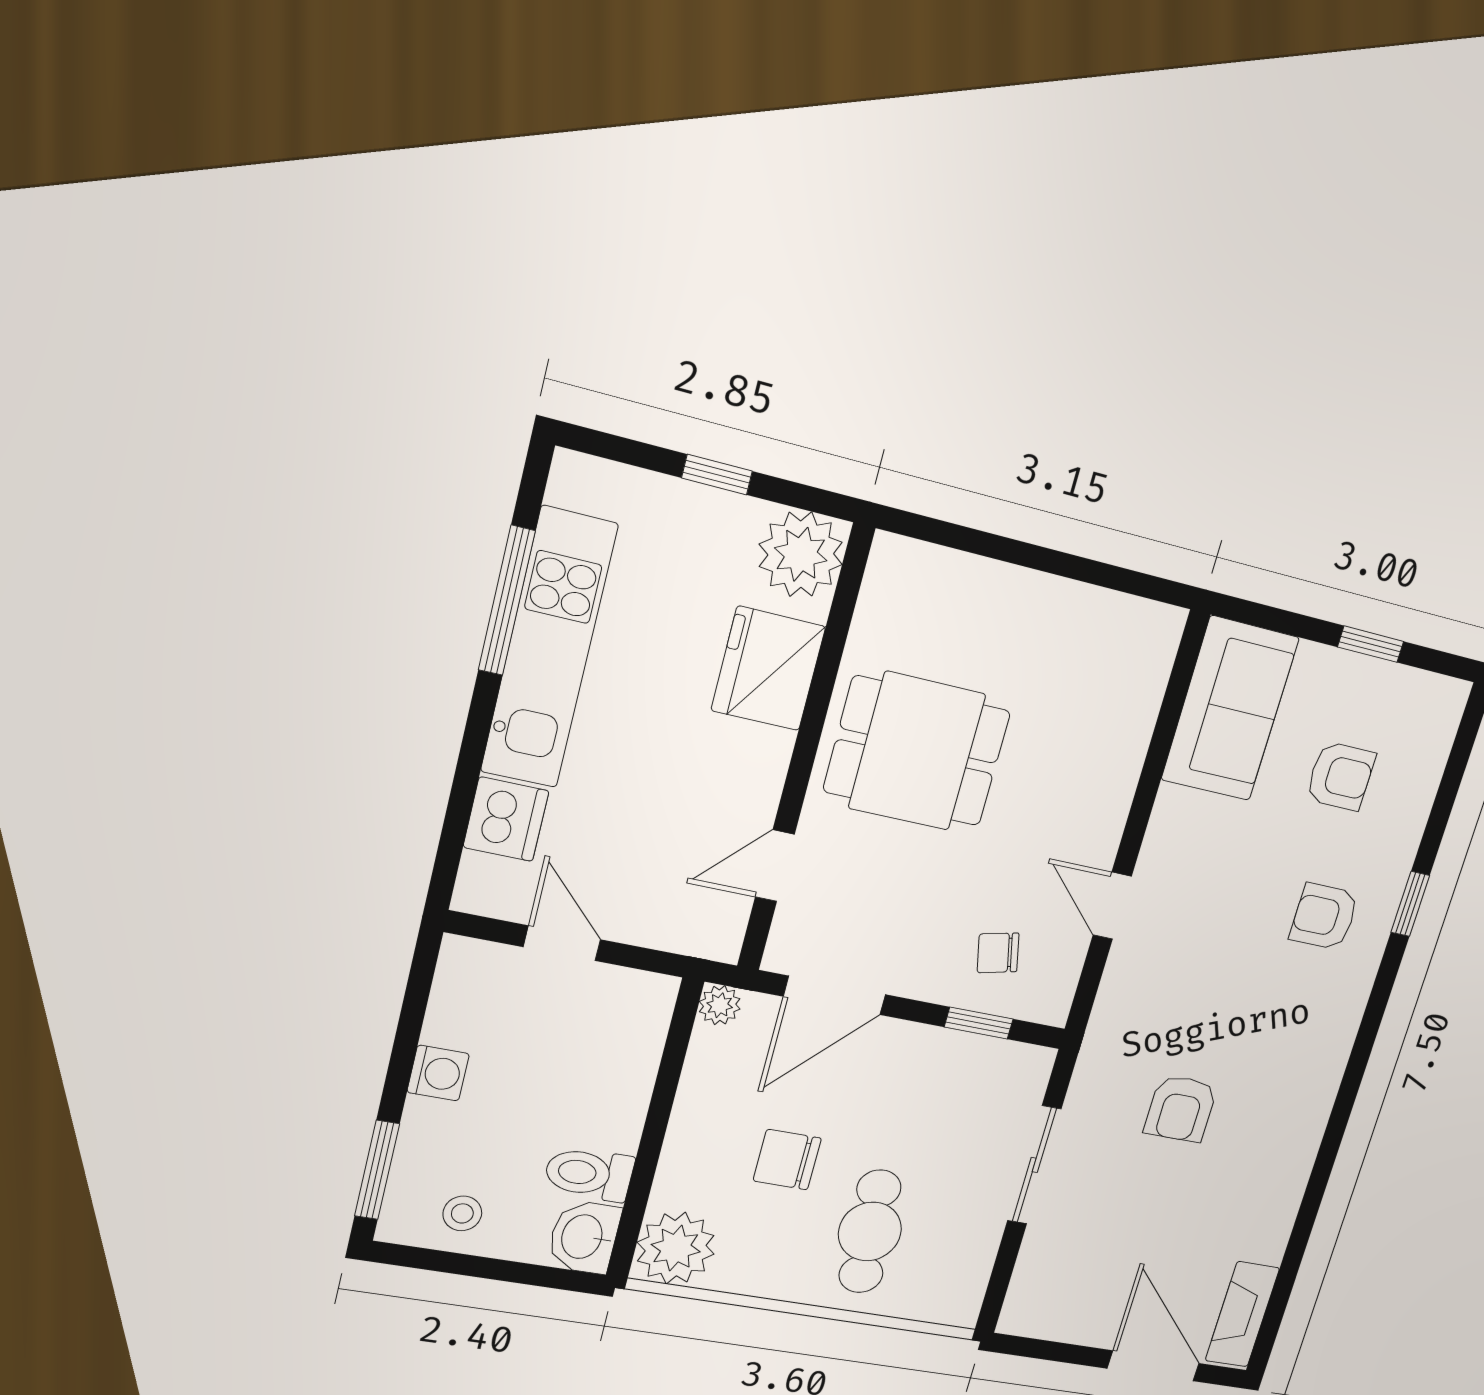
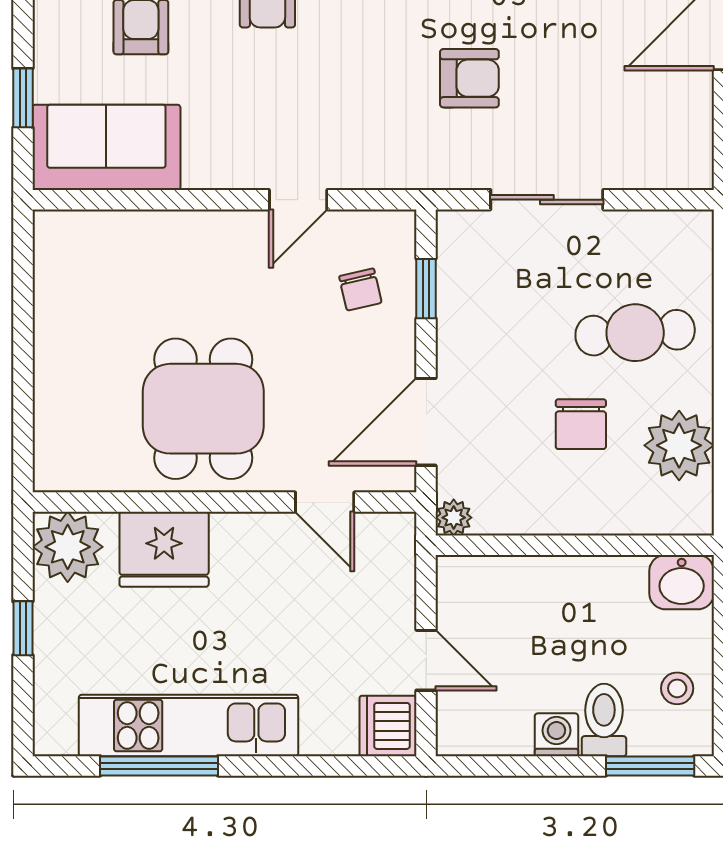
window: (1371, 644) -> (23, 98), moved
dishwasher: (506, 819) -> (388, 726), moved, turned -90
door: (562, 943) -> (426, 660), swing flipped
door: (835, 995) -> (426, 422), swing flipped
toilet: (589, 1174) -> (604, 720), moved, turned 180
plant: (676, 1248) -> (679, 445), moved

